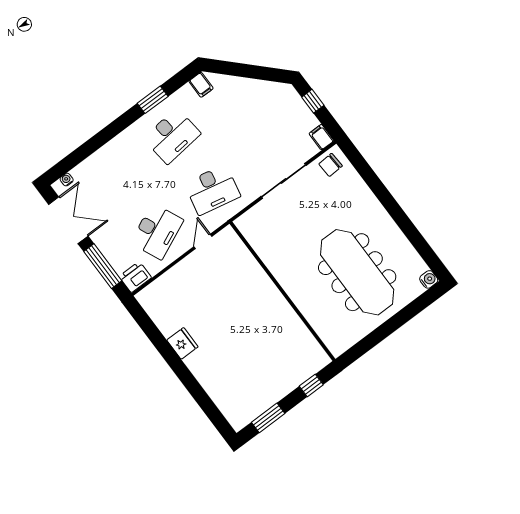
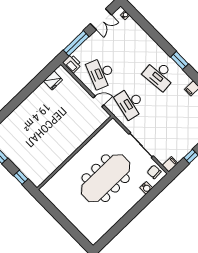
double door: (68, 220) -> (101, 19), width x0.73
desk: (157, 231) -> (101, 73), turned 45
meeting table: (357, 272) -> (106, 178), moved
water cooler: (429, 279) -> (146, 188), moved
fridge: (182, 343) -> (53, 80), moved

